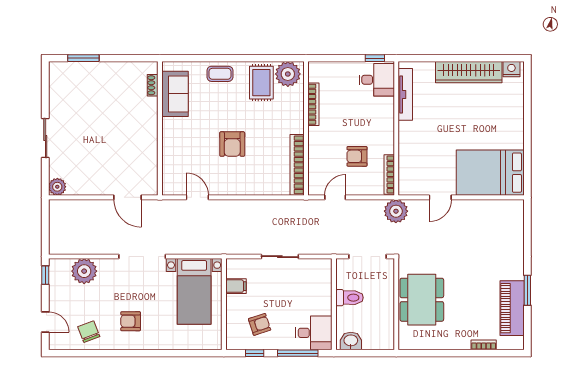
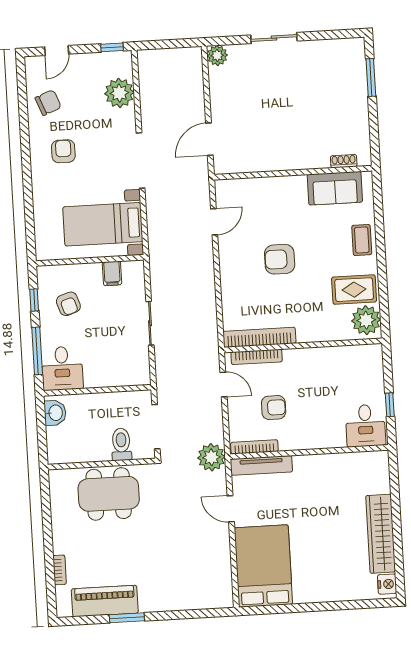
window: (375, 58) -> (390, 405), moved
tv unit: (405, 94) -> (261, 465), moved
bookcase: (313, 104) -> (257, 357), moved
armchair: (357, 156) -> (274, 408), turned 90
toilet: (350, 298) -> (121, 444), moved, turned 180

